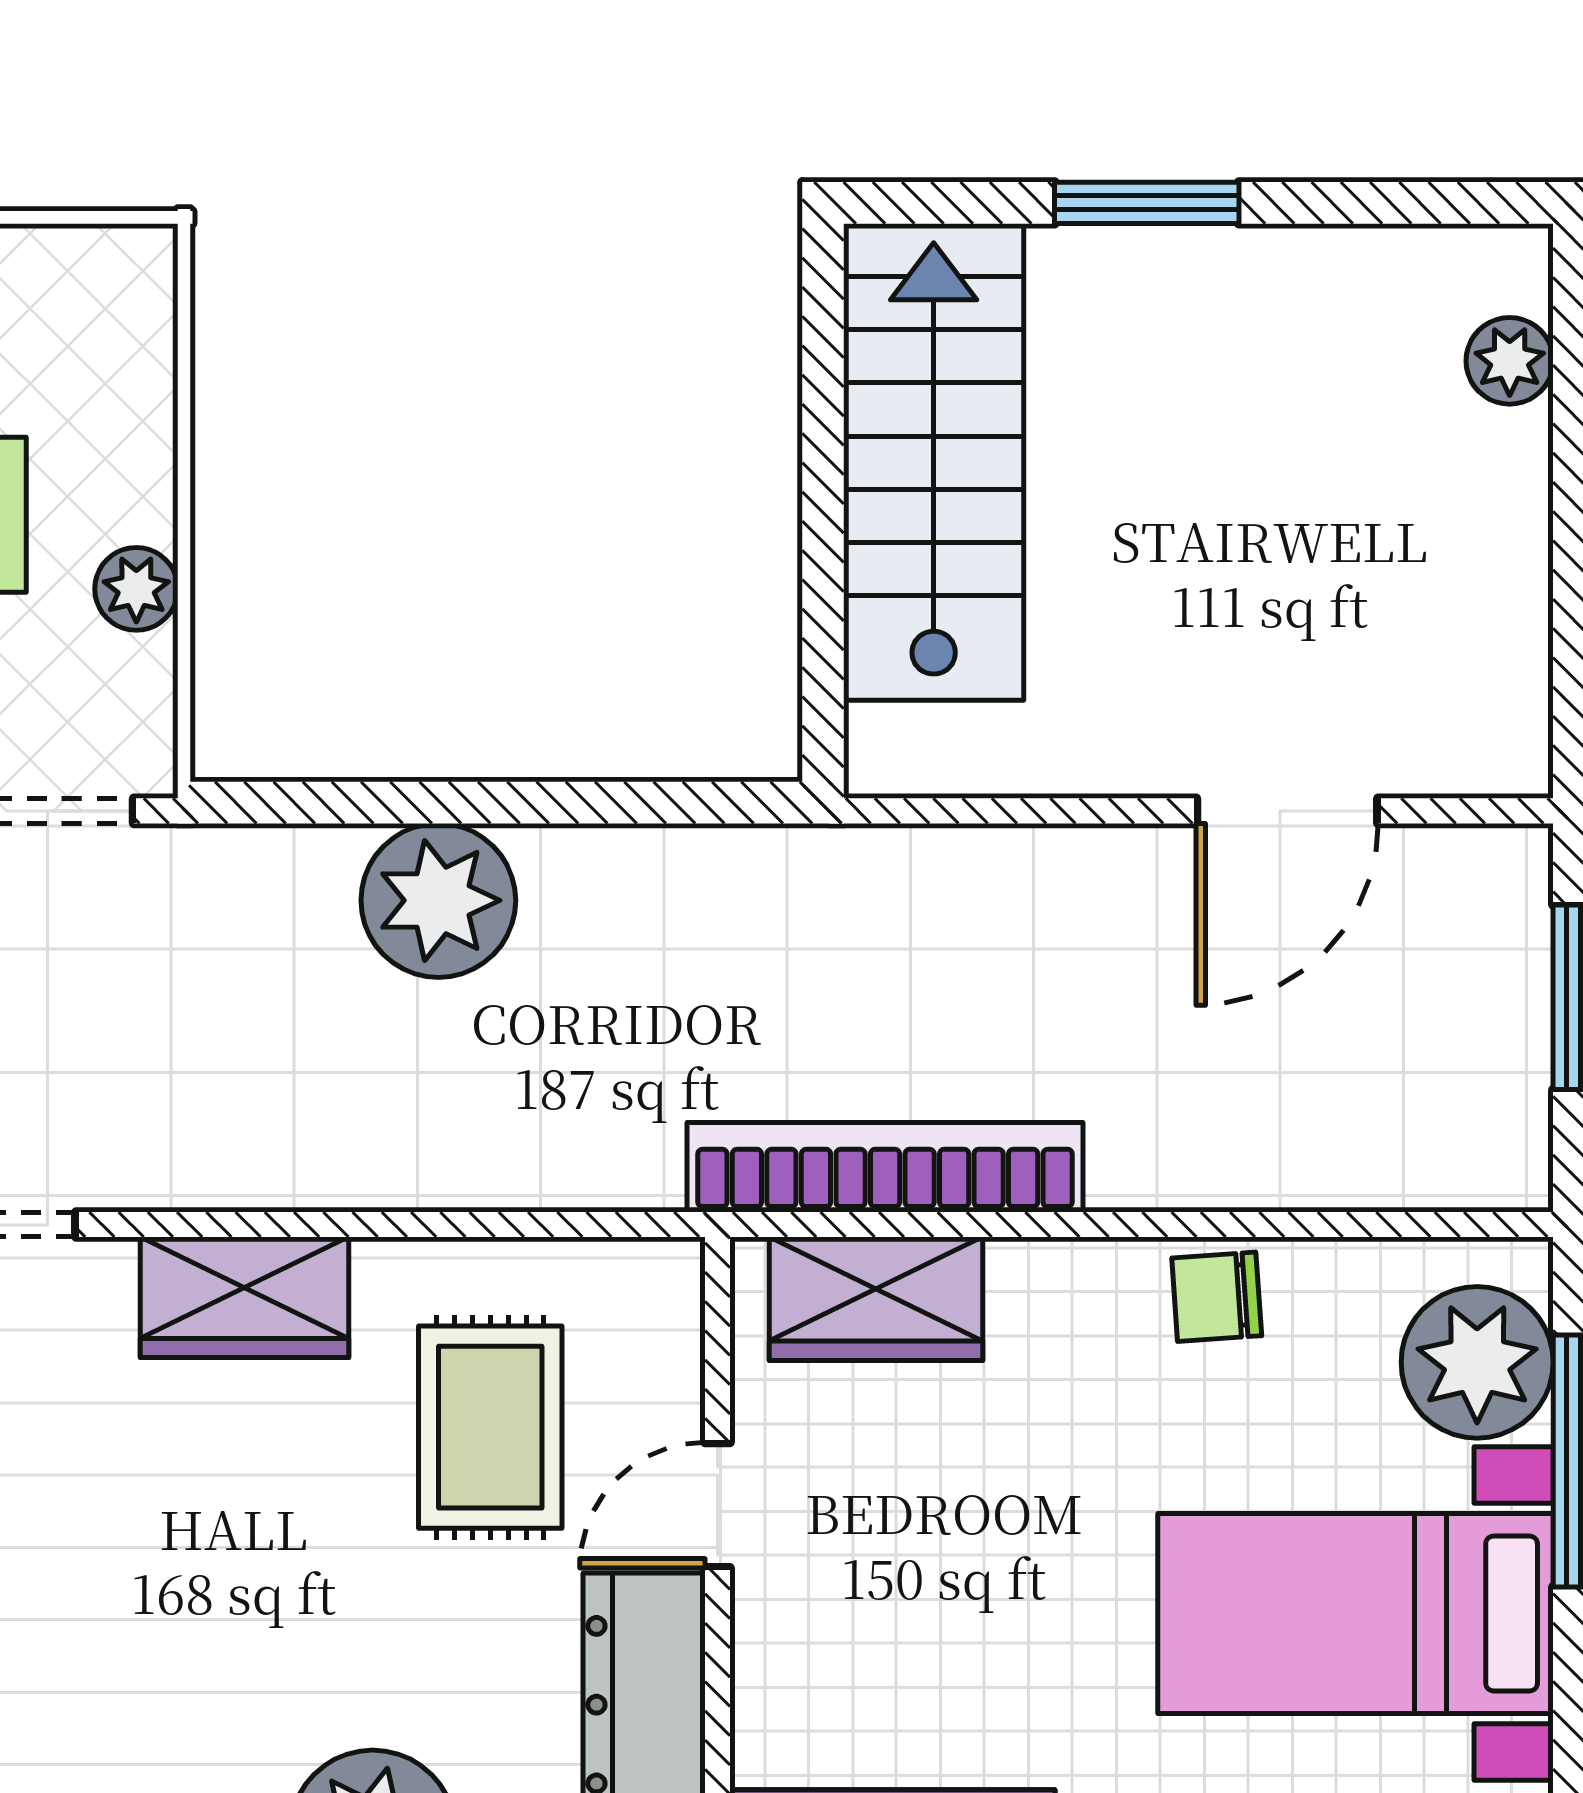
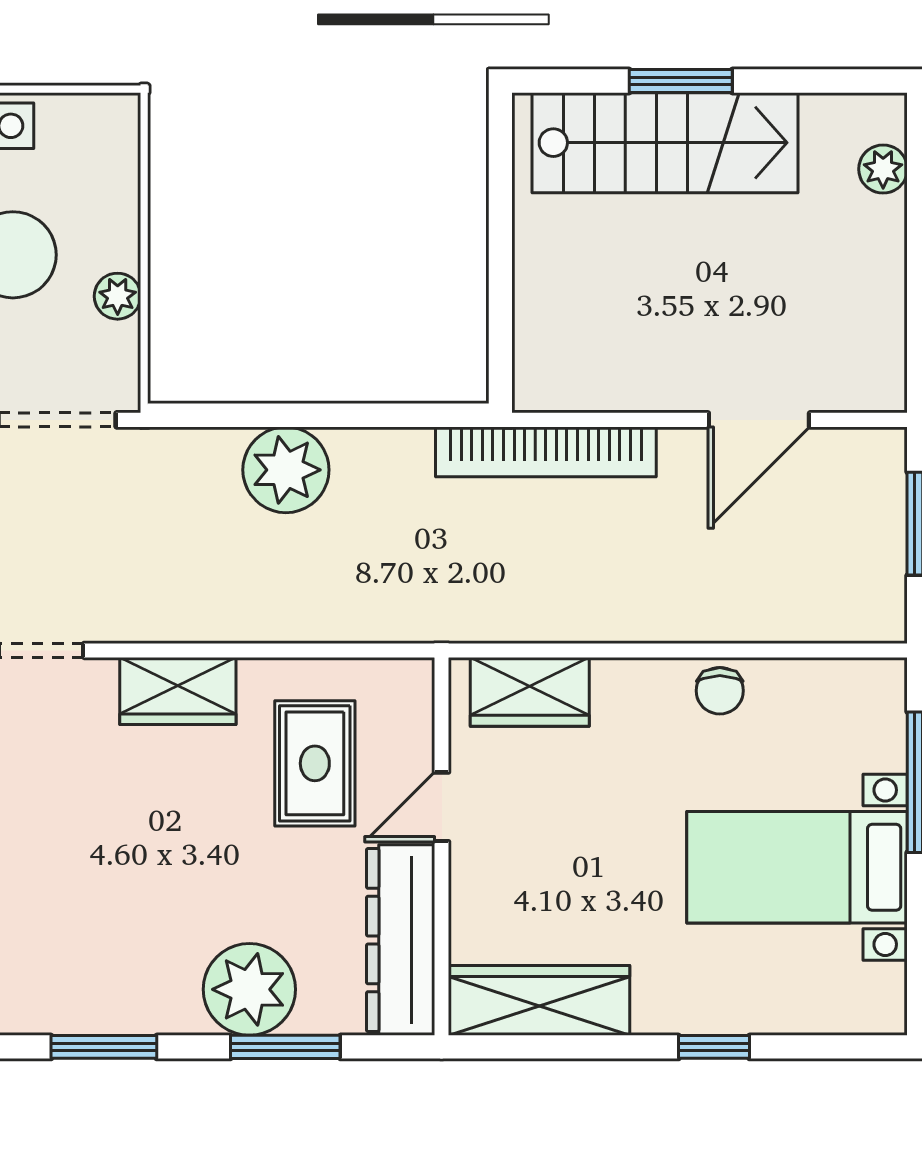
stairs: (934, 462) -> (665, 143), moved, turned 90
bookcase: (885, 1167) -> (546, 452), moved, turned 180
chair: (1217, 1297) -> (720, 691), turned -86
plant: (1477, 1362) -> (865, 727), removed

